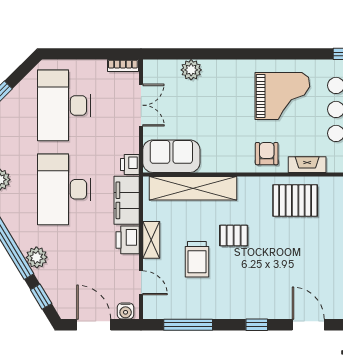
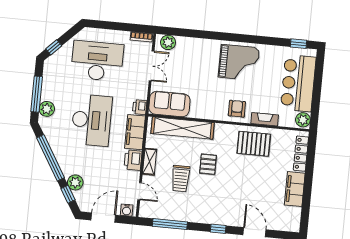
plant: (191, 70) -> (168, 42), moved
grand piano: (282, 96) -> (239, 62), moved
desk: (64, 105) -> (97, 61), turned 90
desk: (64, 189) -> (92, 120), turned 180
pallet: (234, 235) -> (208, 164), turned 90
plant: (37, 257) -> (75, 182), moved
door: (94, 325) -> (103, 218), hinge flipped

